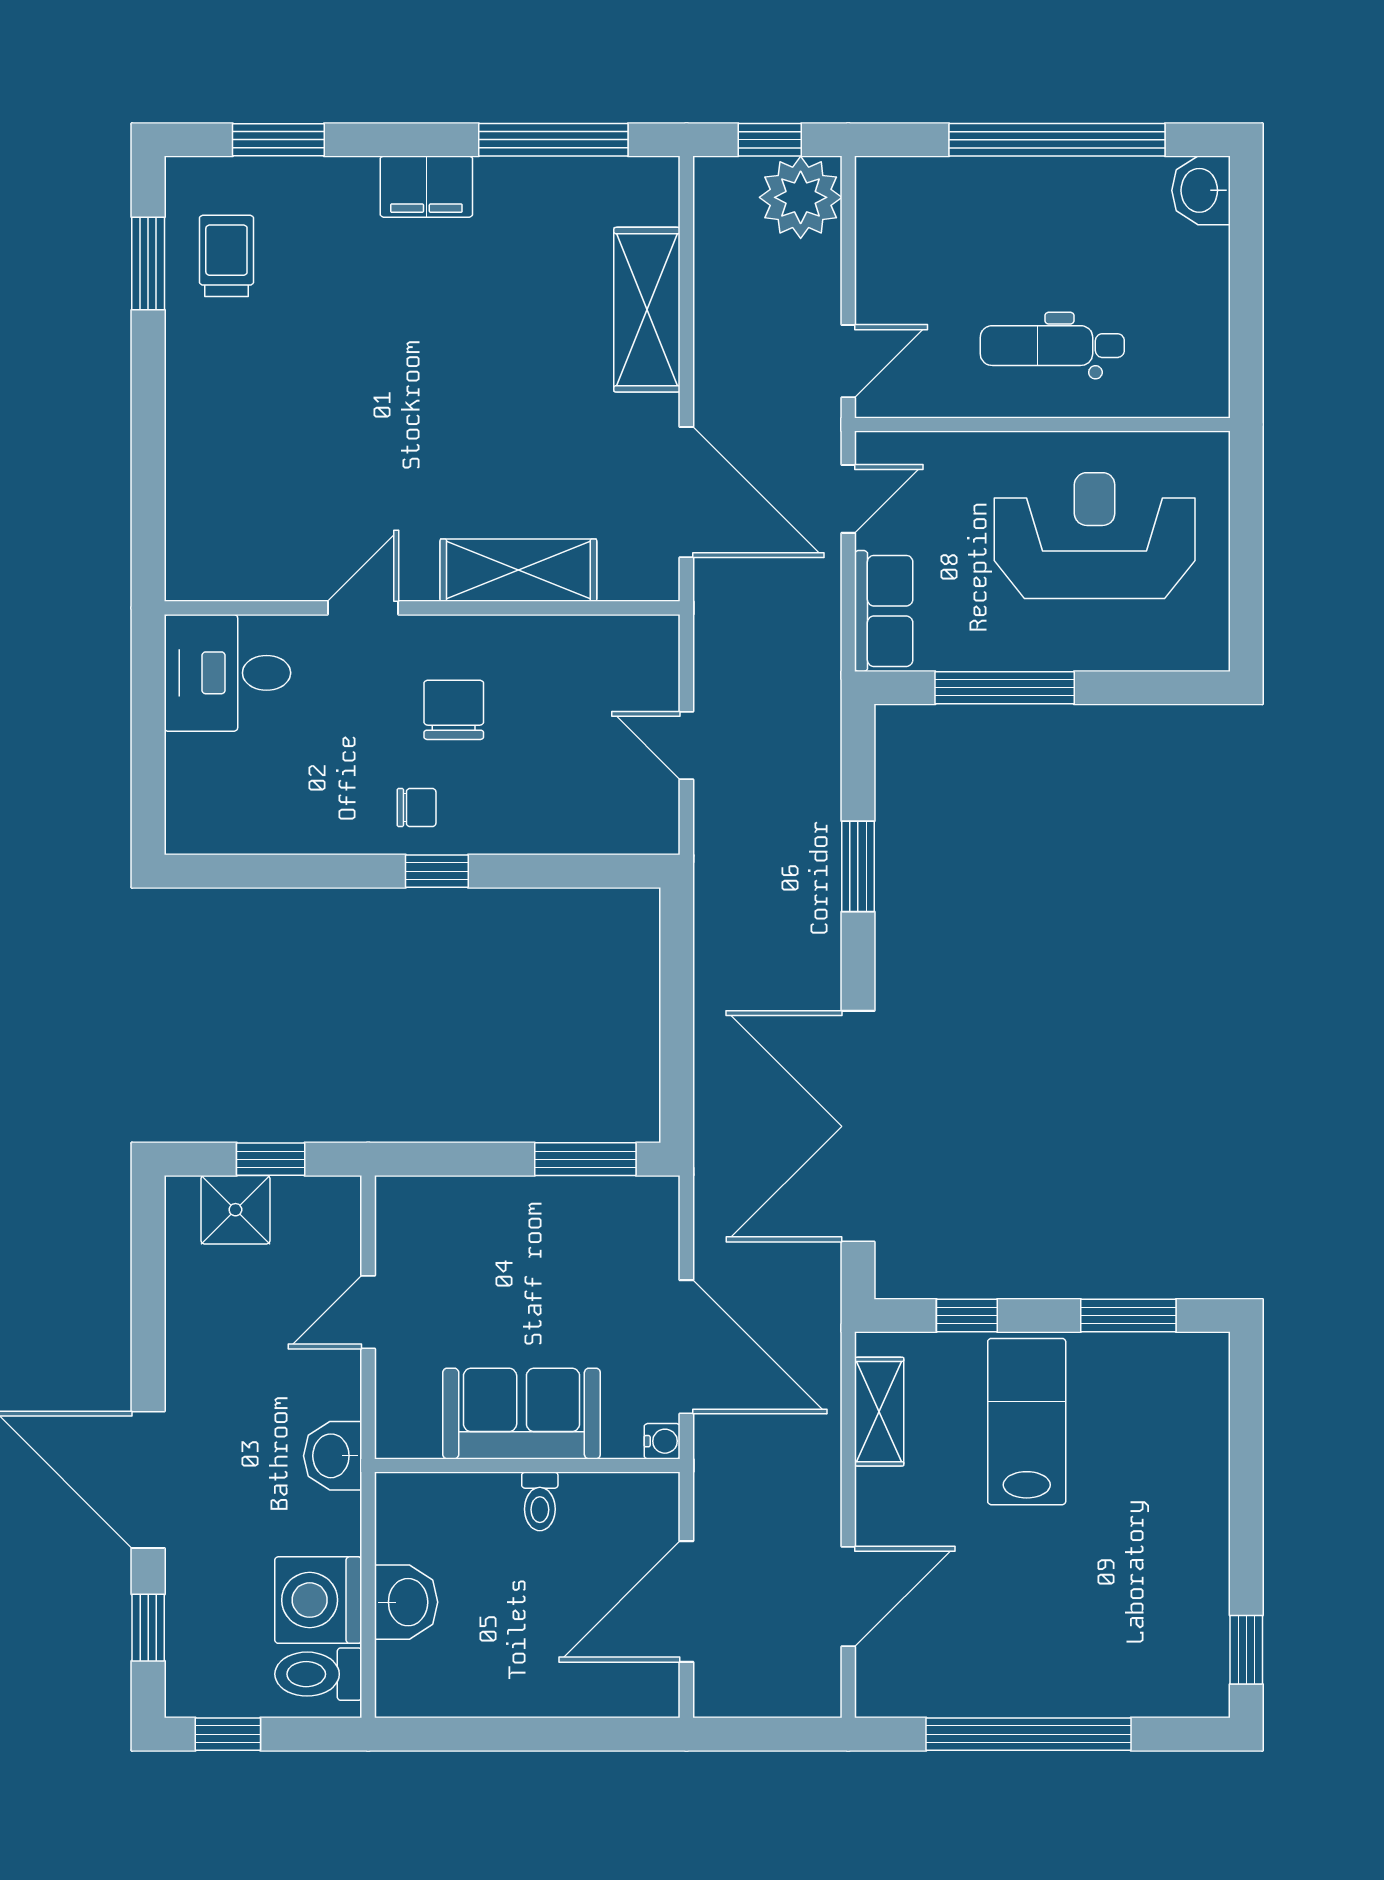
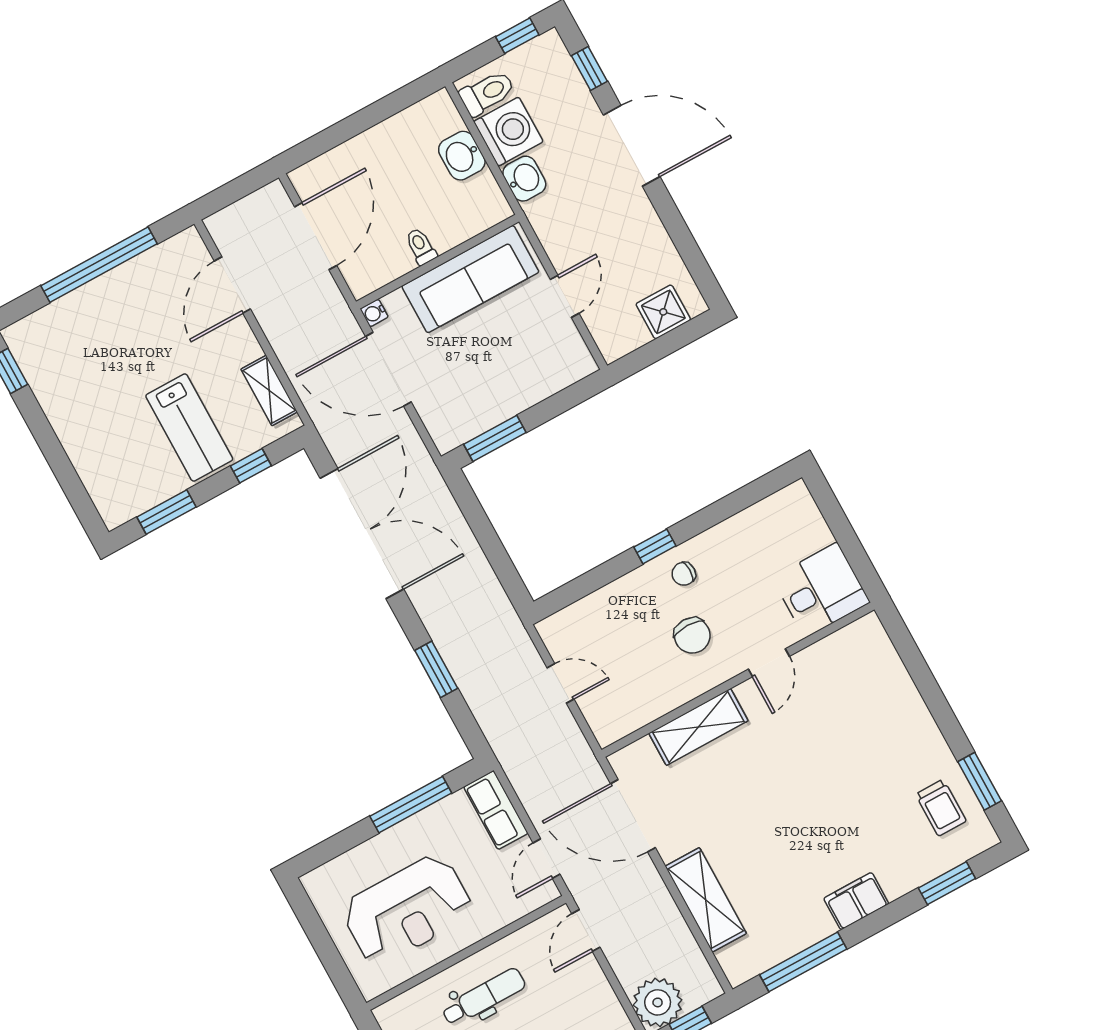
window: (271, 1159) -> (659, 348), removed
sofa: (522, 1414) -> (470, 279), width x1.36
washbasin: (333, 1456) -> (524, 179), moved

